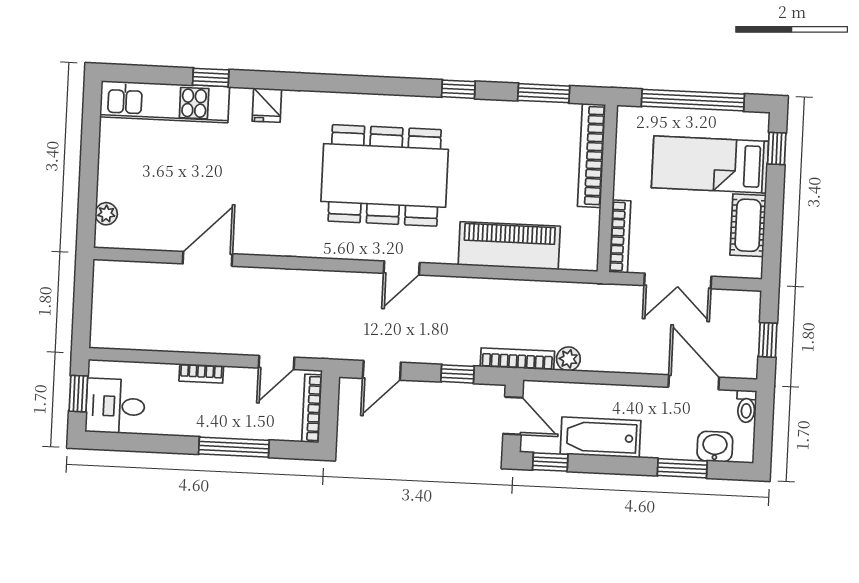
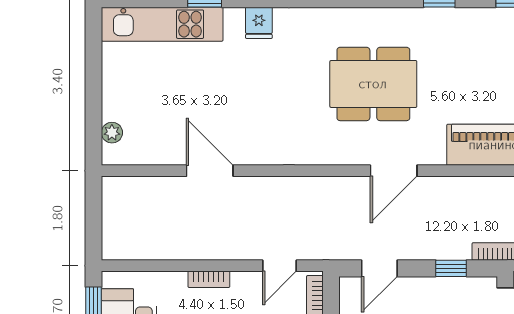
dining table: (385, 175) -> (373, 84), width x0.73, depth x0.80
door: (208, 259) -> (210, 171), hinge flipped
door: (402, 268) -> (394, 171), width x1.38

